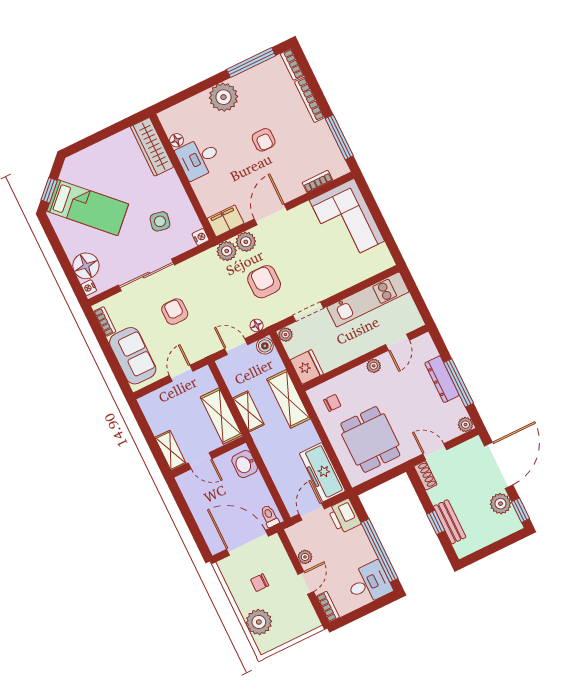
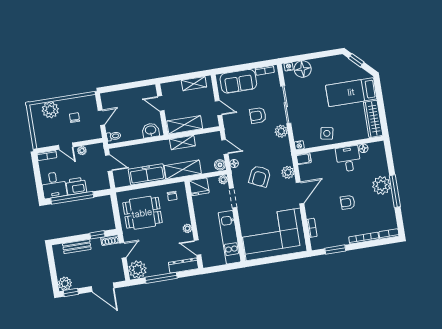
window: (251, 63) -> (395, 191), moved
window: (339, 137) -> (335, 250), width x0.69
wardrobe: (152, 147) -> (373, 119), moved, turned -90
bed: (88, 208) -> (351, 92), moved, turned 45
door: (271, 215) -> (300, 193), hinge flipped
side table: (160, 221) -> (327, 133), moved
filing cabinet: (225, 221) -> (304, 159), width x0.50
corner sofa: (347, 221) -> (273, 234), width x1.36, depth x1.36
plant: (227, 251) -> (281, 131), moved
armchair: (264, 282) -> (260, 176), turned 115
armchair: (175, 312) -> (258, 115), turned 180
door: (236, 347) -> (225, 147), hinge flipped
dresser: (442, 379) -> (183, 265), moved
plant: (466, 425) -> (137, 270), width x1.87, depth x1.87
shelving: (170, 450) -> (194, 84), moved
door: (200, 461) -> (161, 103), hinge flipped
door: (499, 465) -> (103, 287), width x0.73
freezer: (322, 472) -> (147, 174), moved
plant: (500, 504) -> (65, 284), moved
printer: (344, 516) -> (76, 186), moved
window: (436, 522) -> (97, 235), moved
door: (247, 543) -> (101, 118), width x0.53

